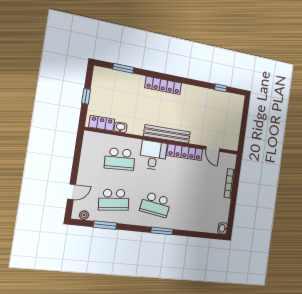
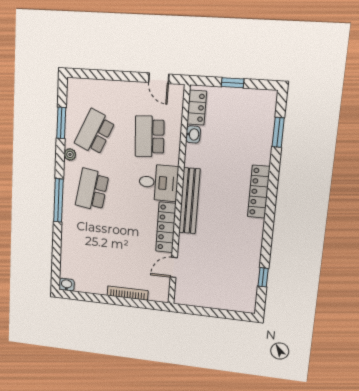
door: (72, 192) -> (159, 78), moved
school desk: (114, 200) -> (95, 132), turned 30
plant: (84, 215) -> (70, 154), moved
window: (162, 231) -> (58, 200), width x1.44

